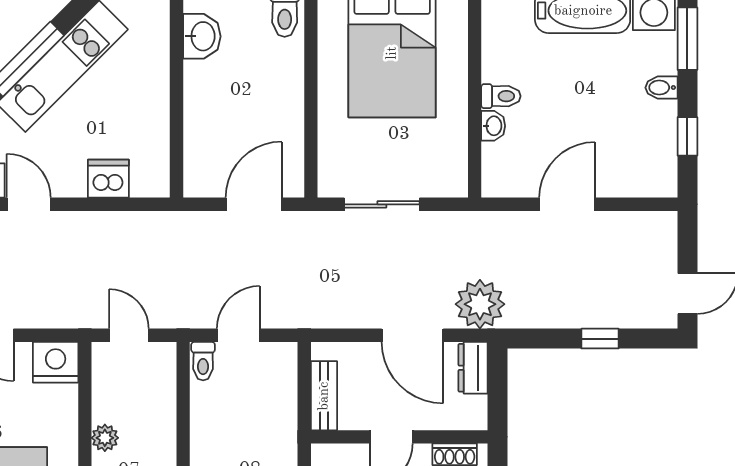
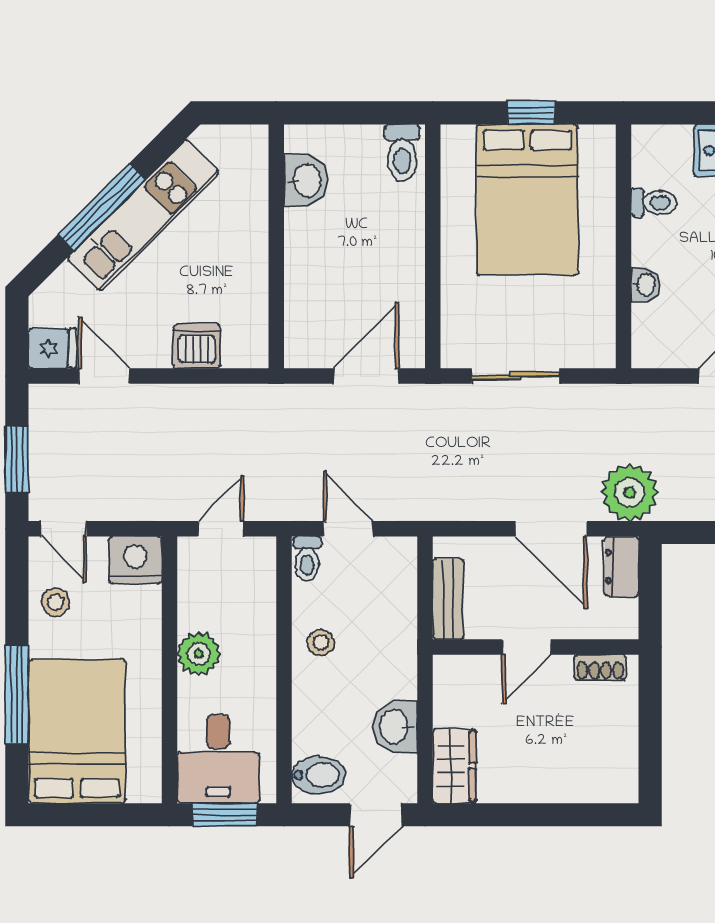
toilet: (501, 96) -> (654, 203), moved
door: (129, 335) -> (221, 529), hinge flipped
door: (238, 335) -> (348, 529), hinge flipped
stool: (215, 433) -> (321, 643), added
plant: (105, 438) -> (199, 654), width x1.38, depth x1.38

